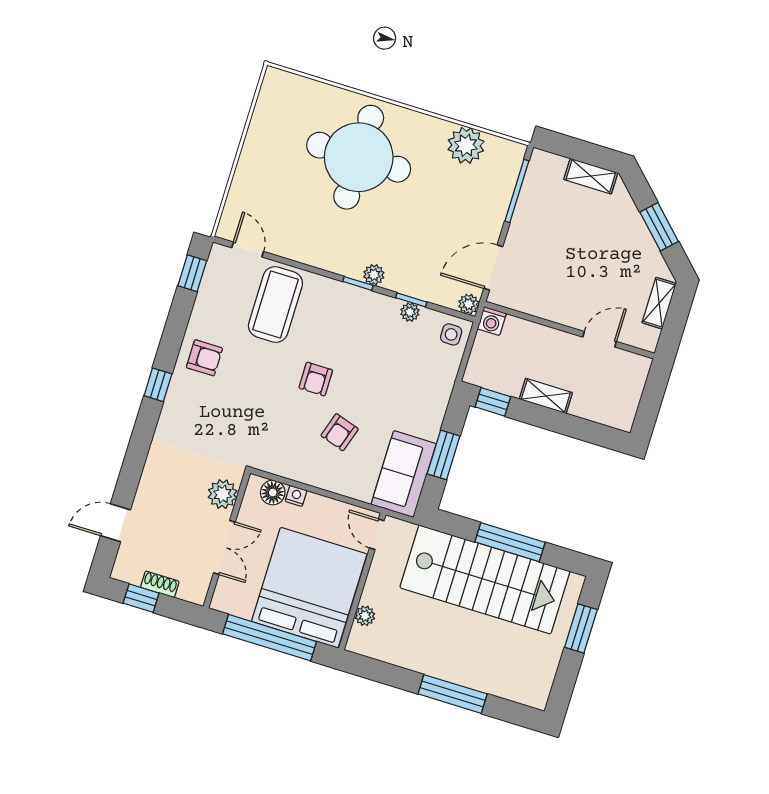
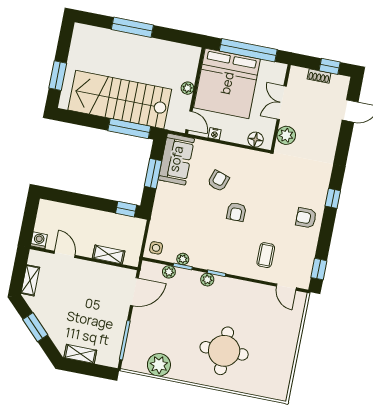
round table: (359, 157) -> (224, 351), width x0.73, depth x0.73
coffee table: (275, 304) -> (266, 255), width x0.54, depth x0.58
plant: (469, 304) -> (169, 272), moved
washing machine: (492, 321) -> (39, 240), moved
door: (600, 339) -> (65, 254), swing flipped
armchair: (316, 379) -> (236, 212), turned 180
shelving: (546, 396) -> (109, 254), moved
nightstand: (296, 496) -> (215, 134), moved
window: (510, 542) -> (129, 129), moved
plant: (365, 616) -> (187, 88), moved

